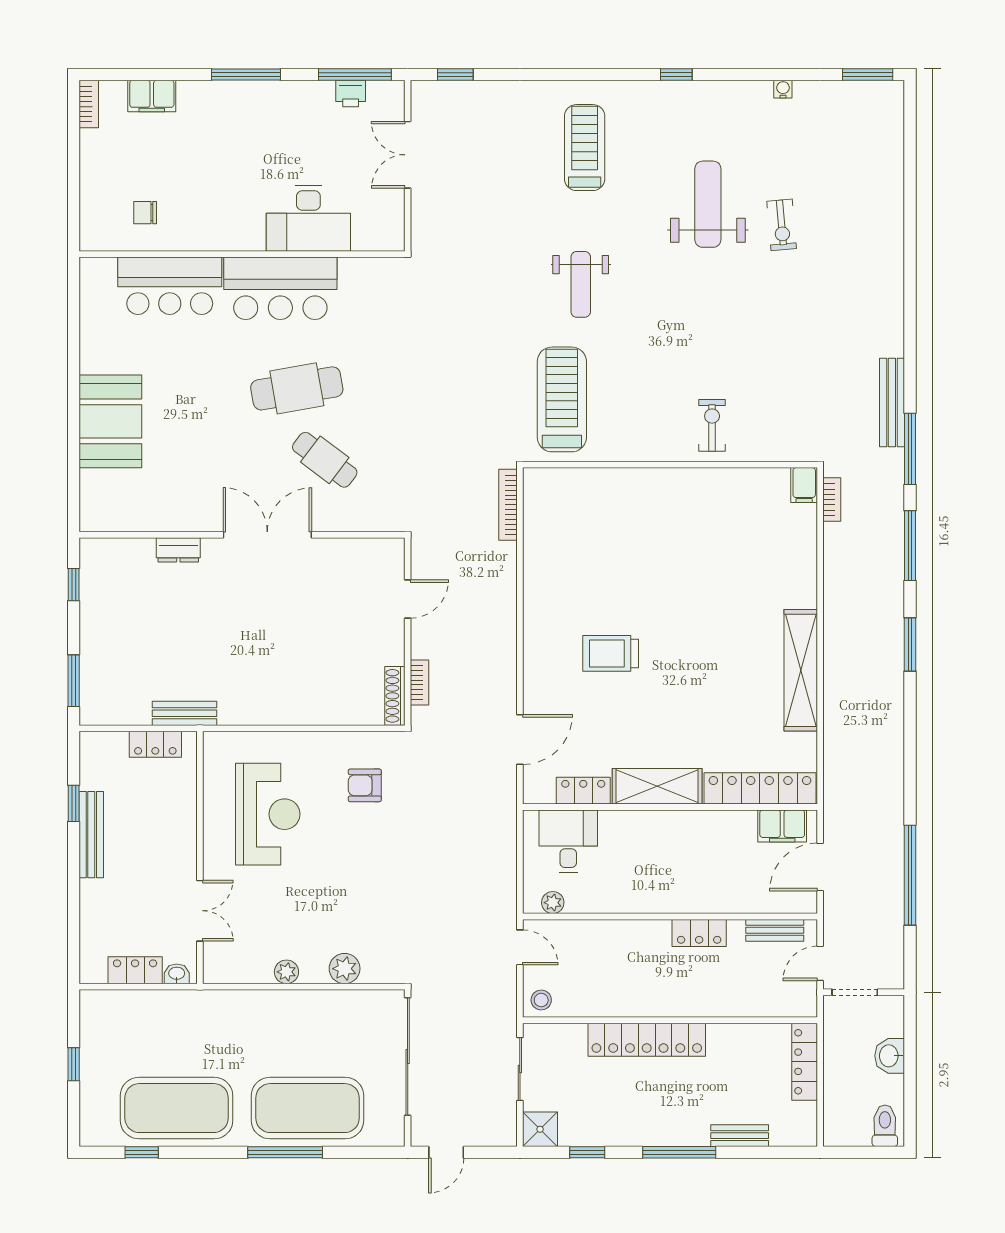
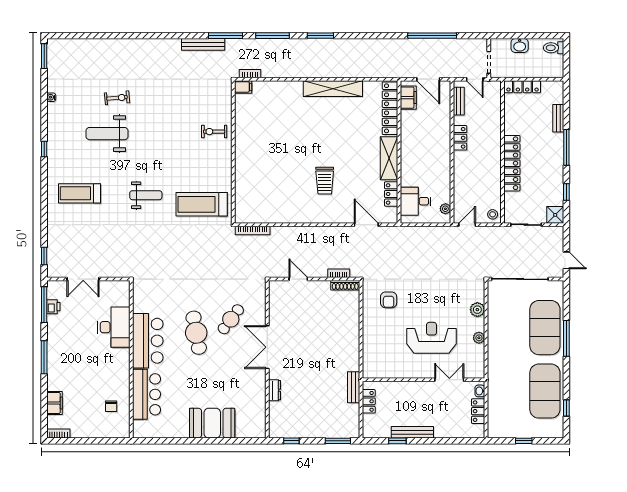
reception desk: (268, 814) -> (431, 338), moved

